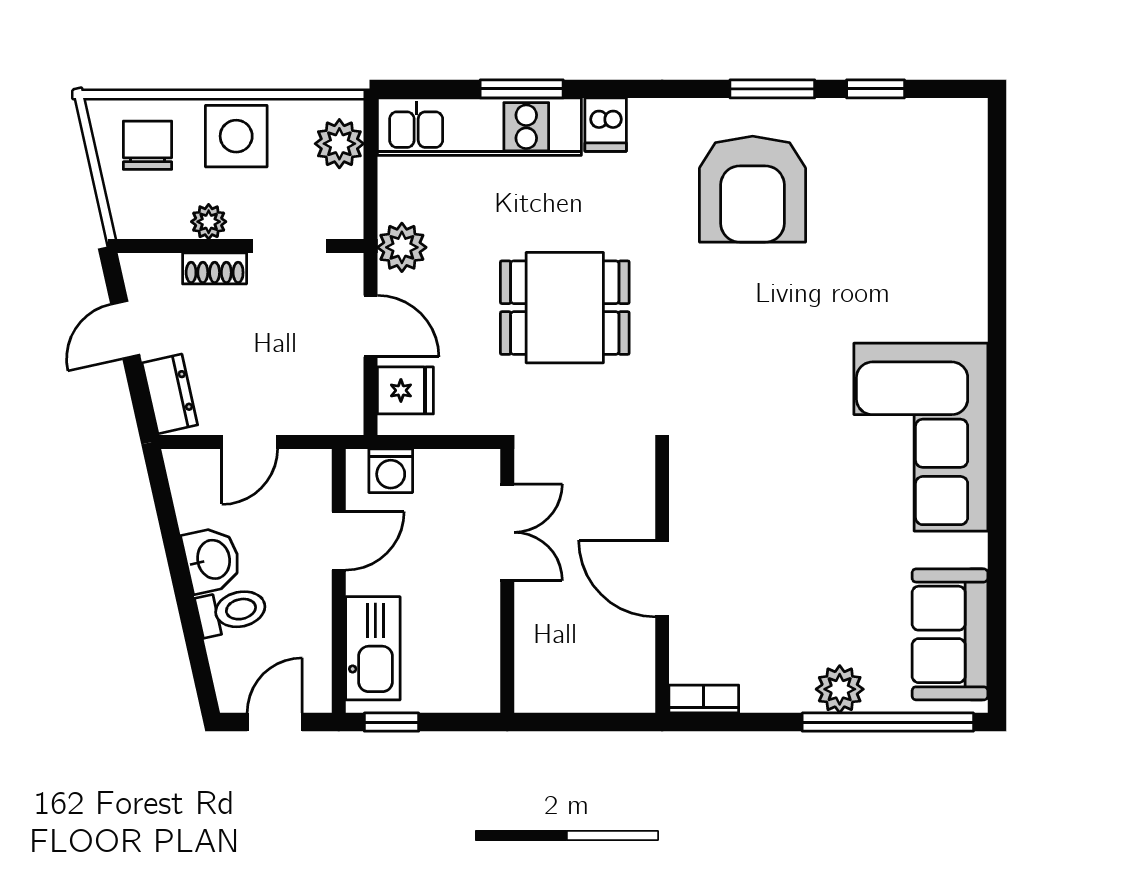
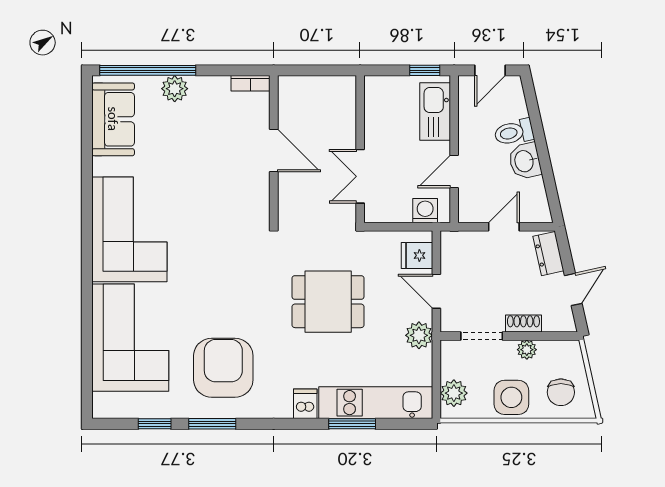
corner sofa: (919, 243) -> (130, 338), added

